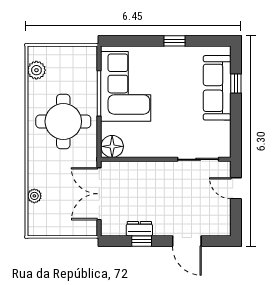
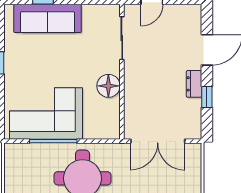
floor lamp: (112, 146) -> (108, 86), moved
dresser: (139, 229) -> (194, 84), moved

